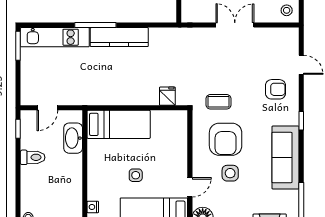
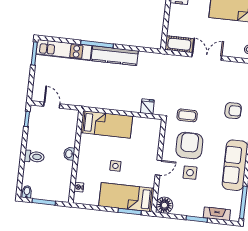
cot: (199, 14) -> (179, 44), added
door: (47, 108) -> (52, 105), swing flipped
washbasin: (73, 138) -> (69, 154), moved, width x0.52, depth x0.69
armchair: (226, 139) -> (189, 146), turned 180
toilet: (33, 157) -> (34, 157), moved
door: (190, 187) -> (158, 168), moved

